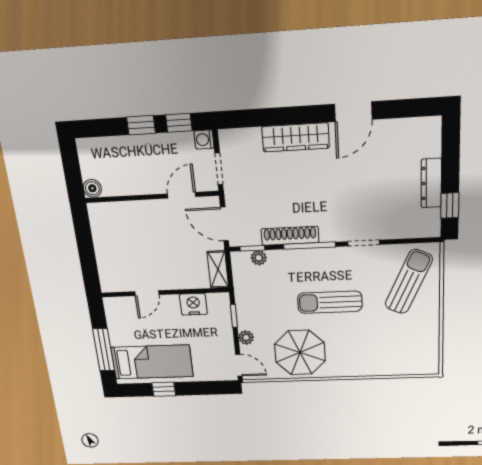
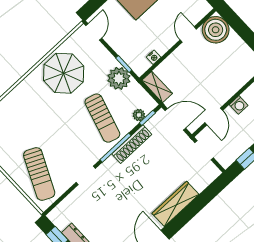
washing machine: (204, 140) -> (239, 105), moved, turned 90
boiler: (115, 276) -> (216, 30), added
sun lounger: (330, 302) -> (102, 118), moved, turned 106
nightstand: (193, 304) -> (154, 57), width x0.53, depth x0.56
plant: (246, 337) -> (119, 78), moved, width x1.87, depth x1.87
door: (239, 365) -> (94, 32), swing flipped

